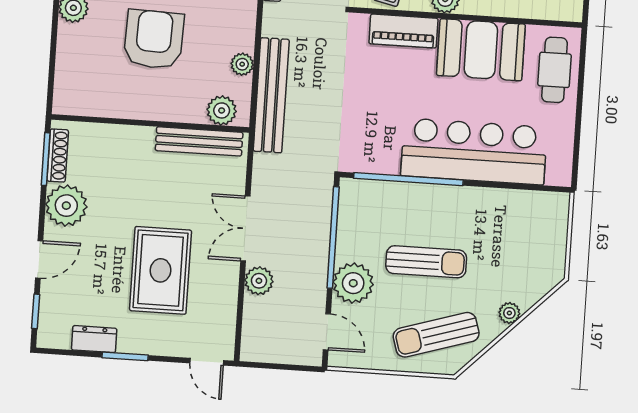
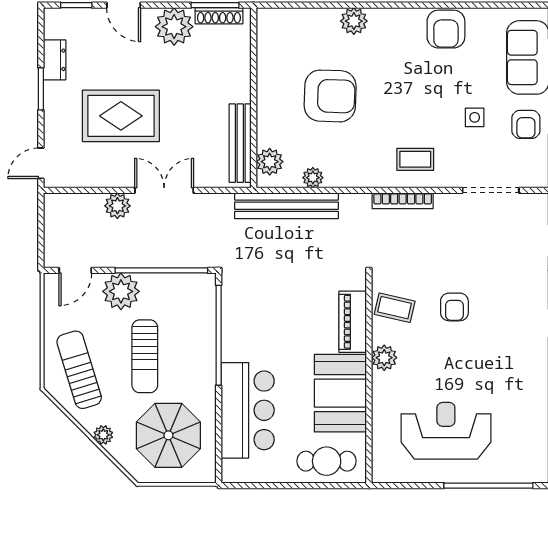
bar counter: (474, 151) -> (248, 410), width x0.73
parasol: (515, 242) -> (168, 435), added

